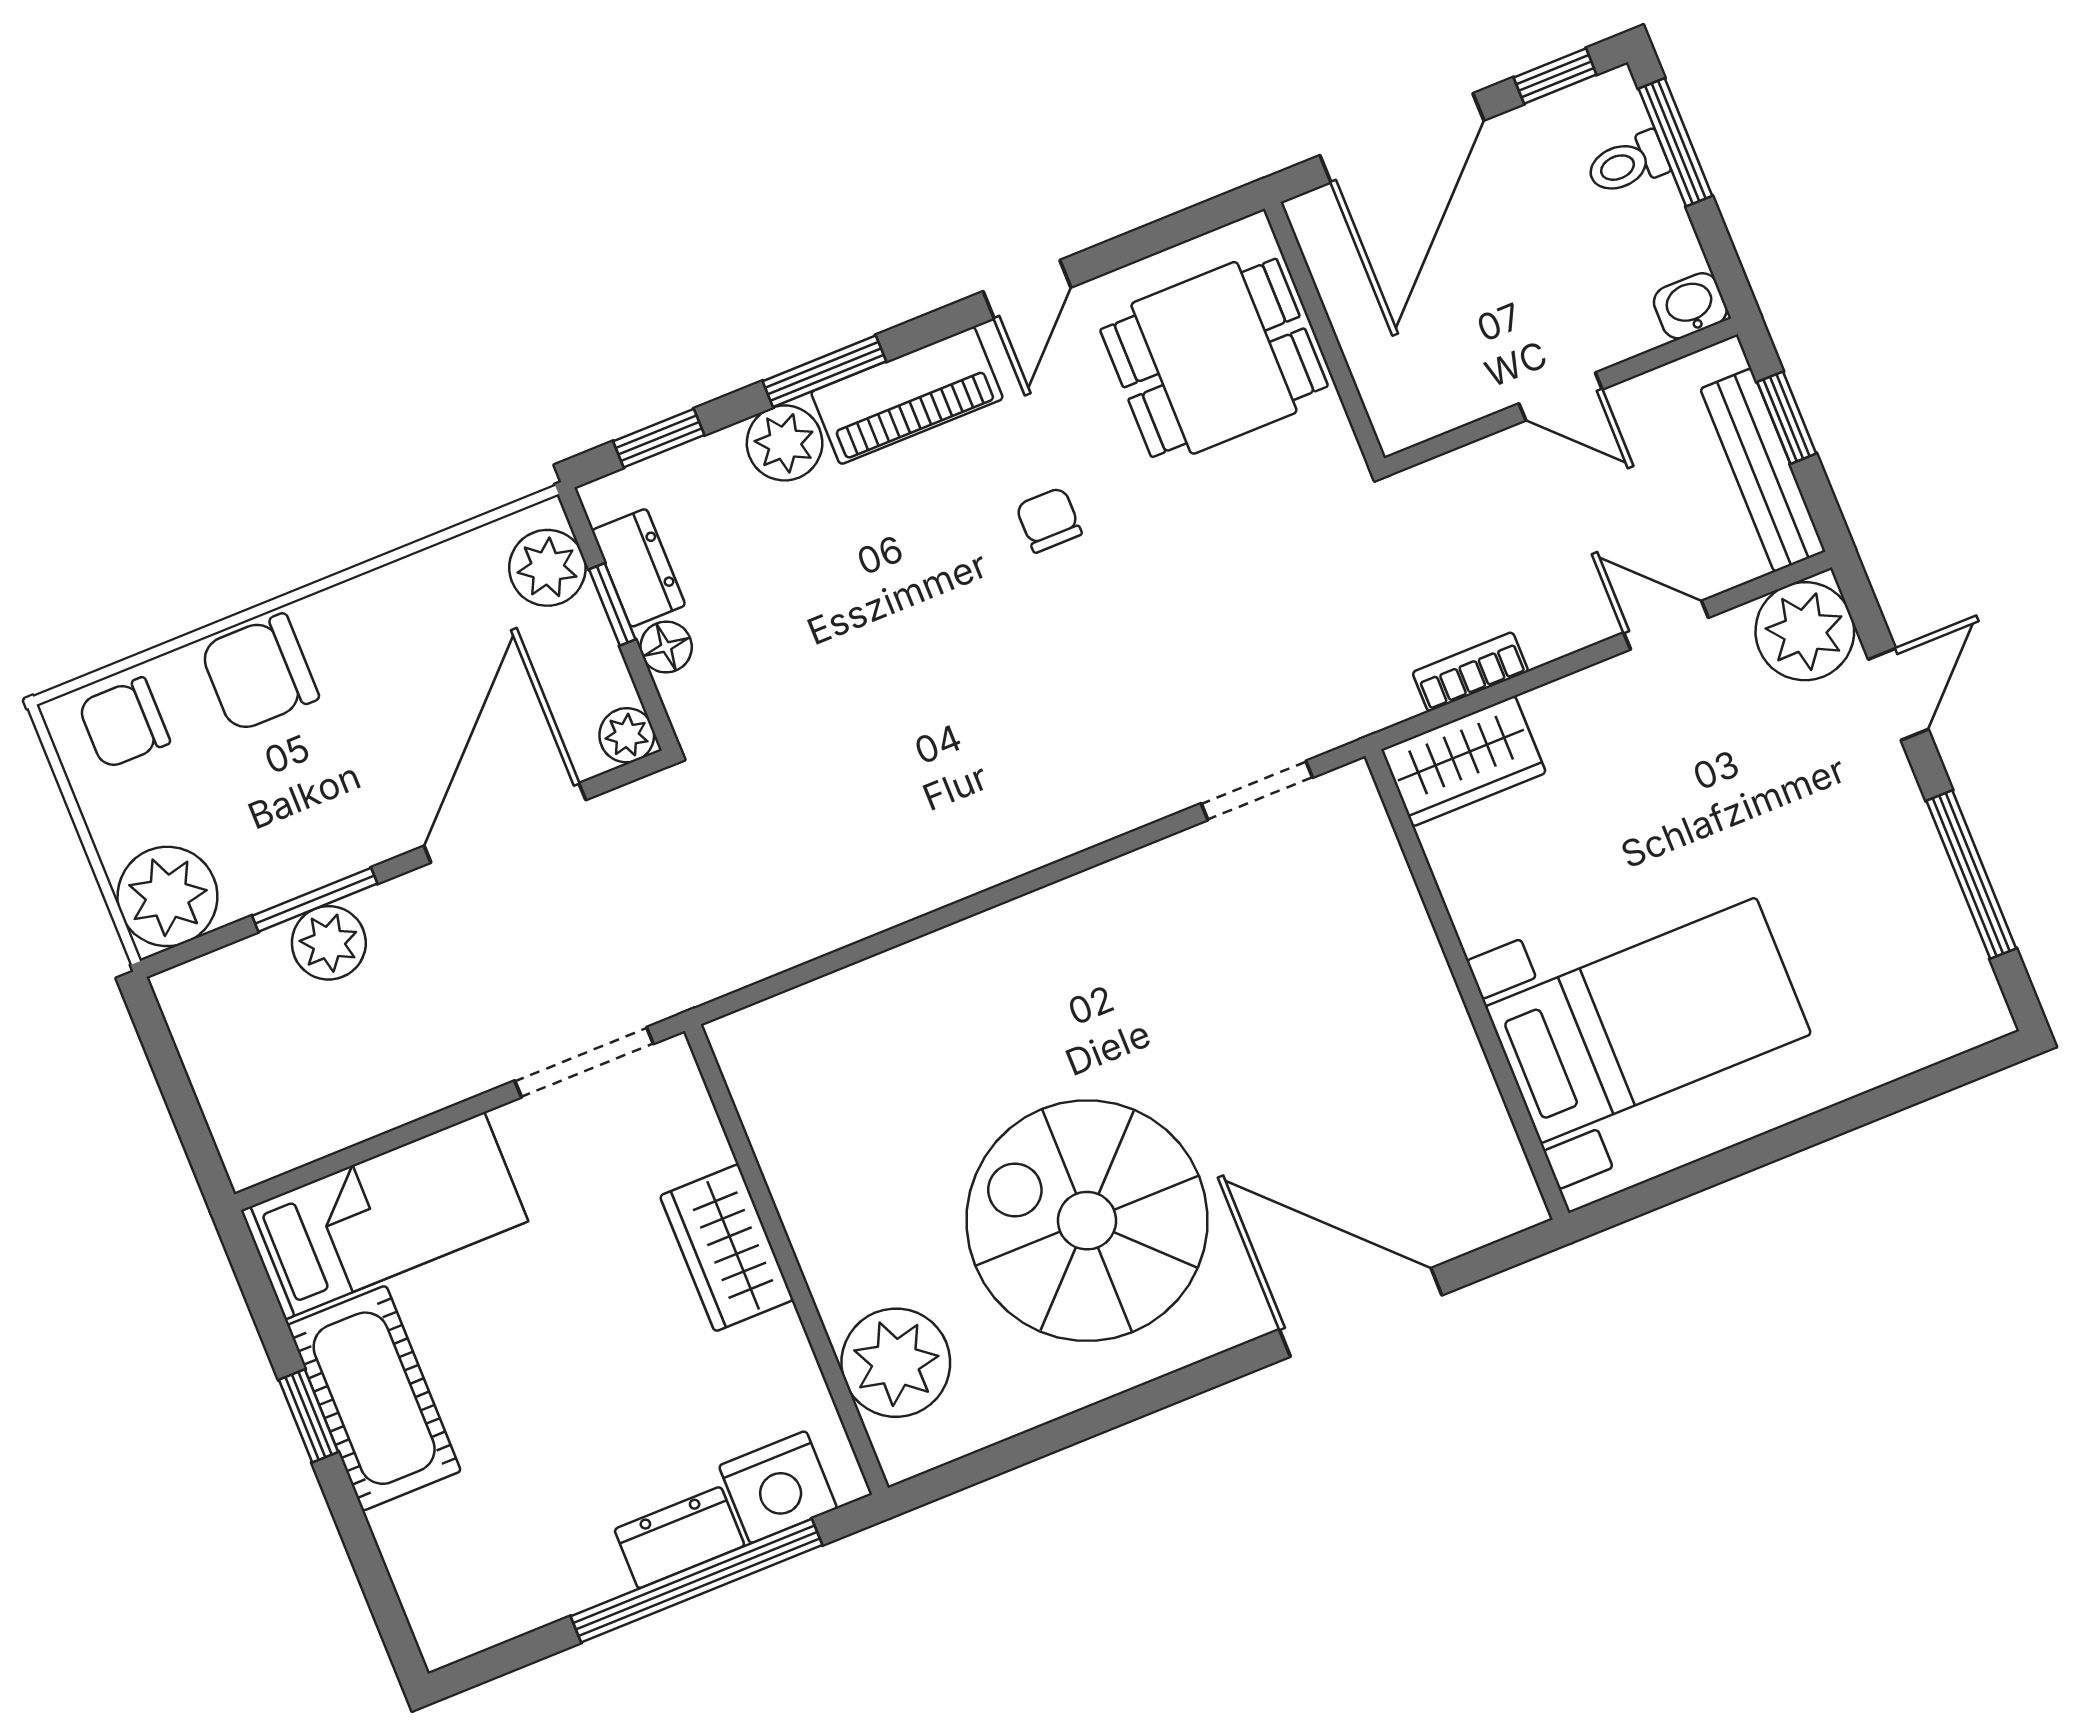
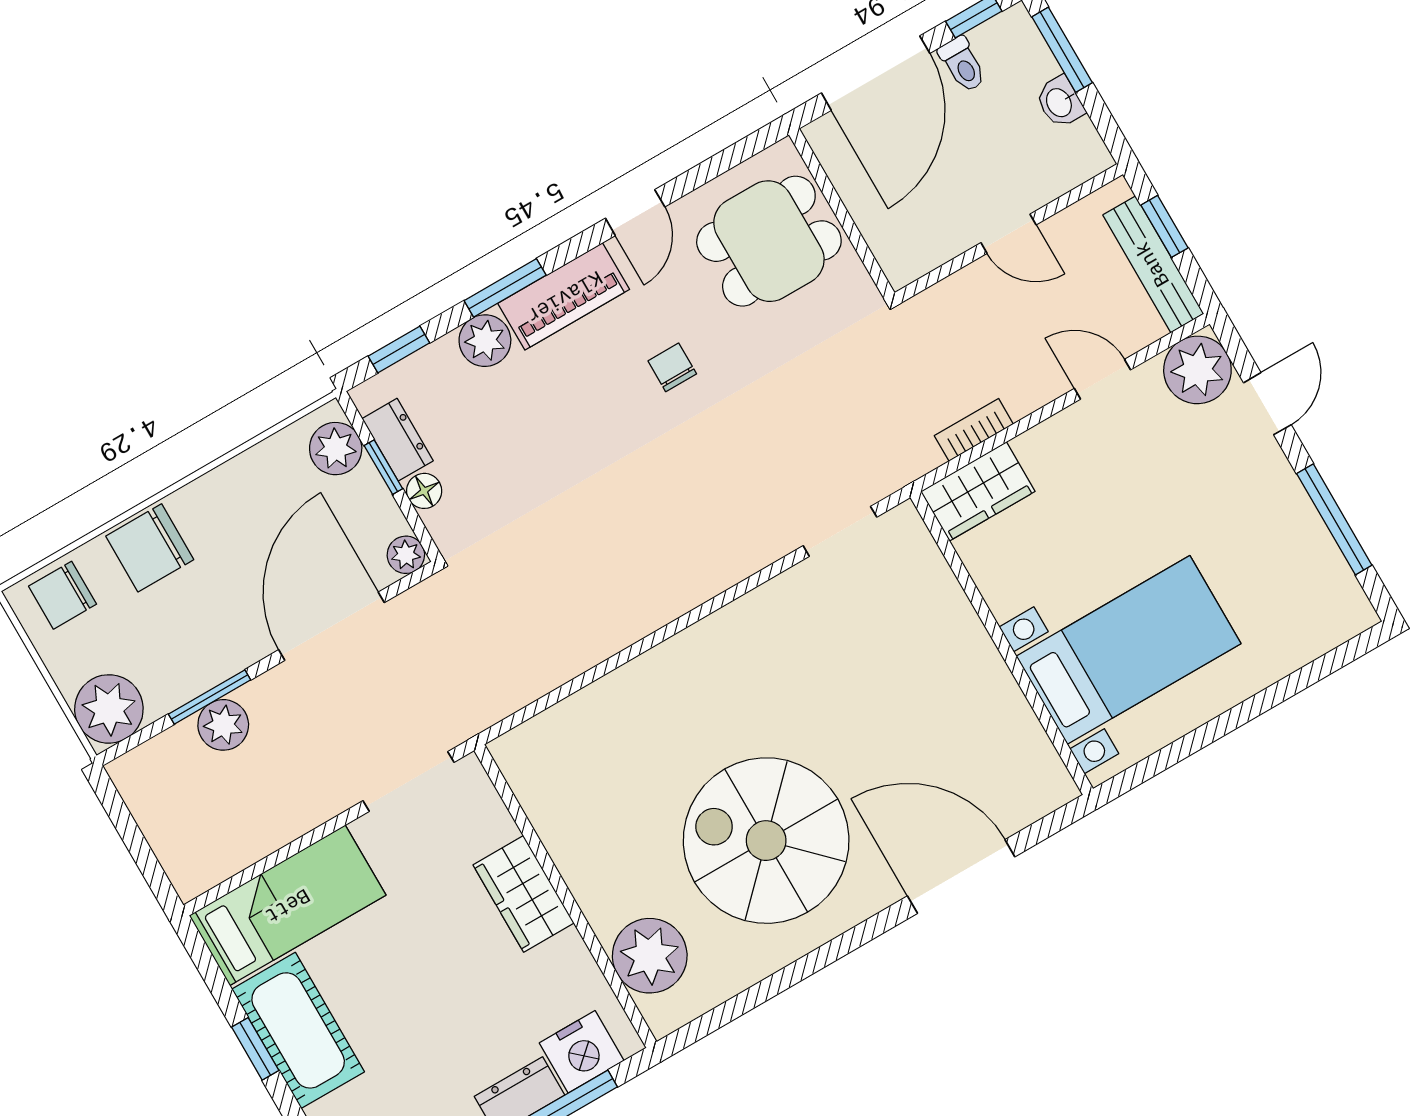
toilet: (1627, 164) -> (963, 64), moved, turned -90
washbasin: (1690, 306) -> (1060, 102), moved, turned -90

